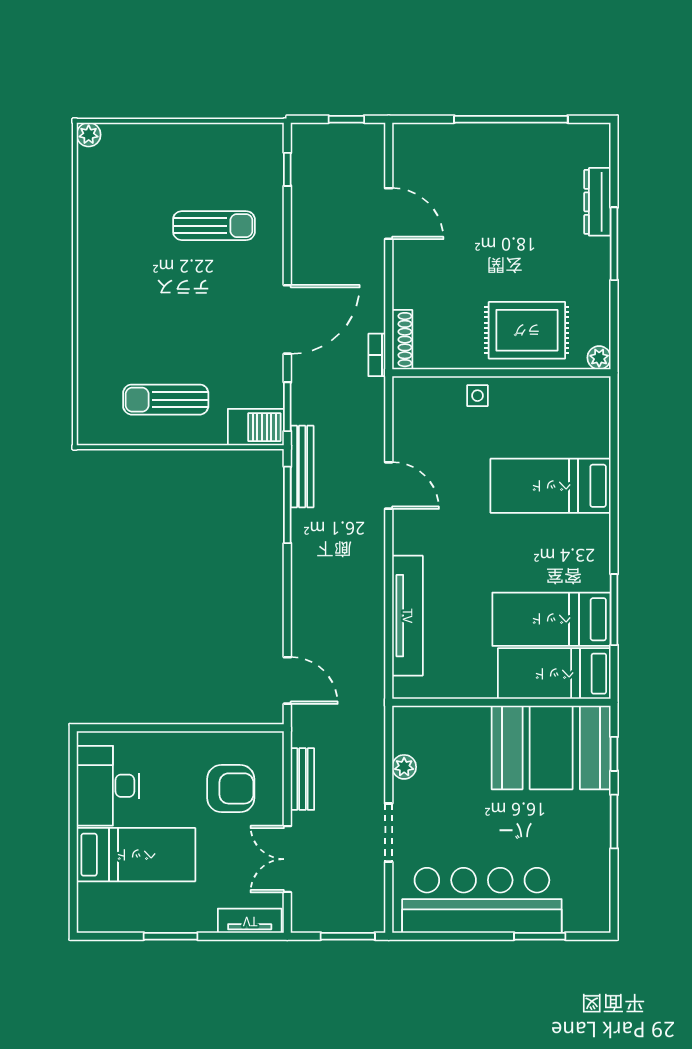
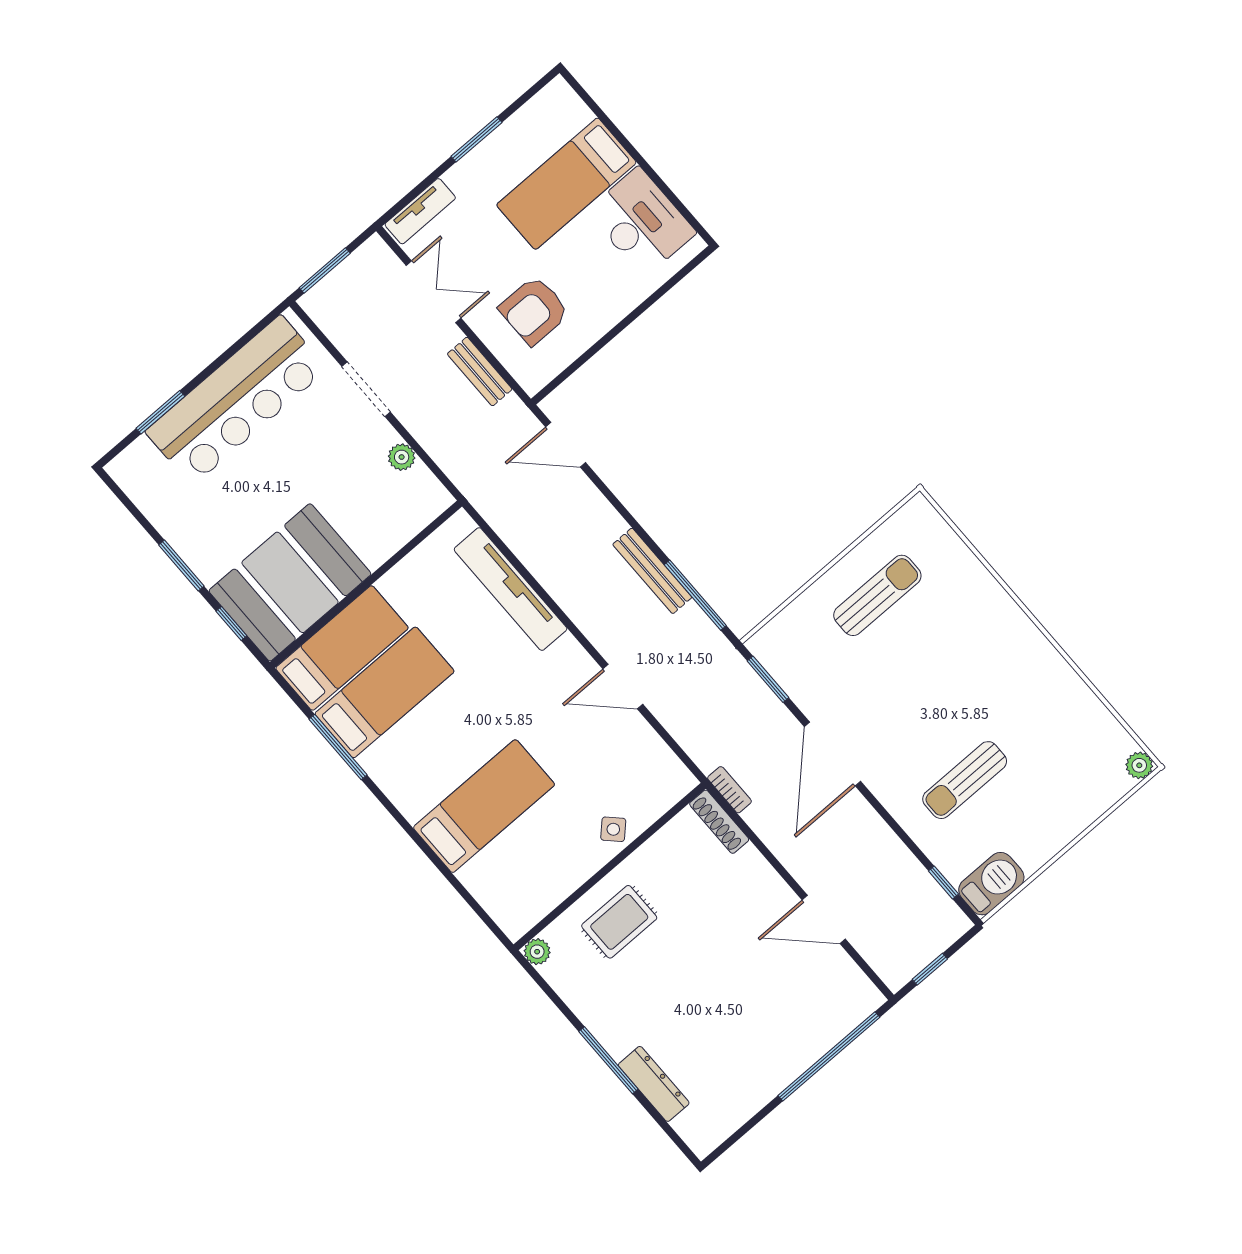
window: (511, 119) -> (829, 1056), moved
rug: (527, 330) -> (619, 922), width x0.73, depth x0.70
side table: (477, 396) -> (613, 829), turned 45
barbecue: (256, 427) -> (991, 884), moved, turned 180
bench: (302, 466) -> (652, 571), moved

